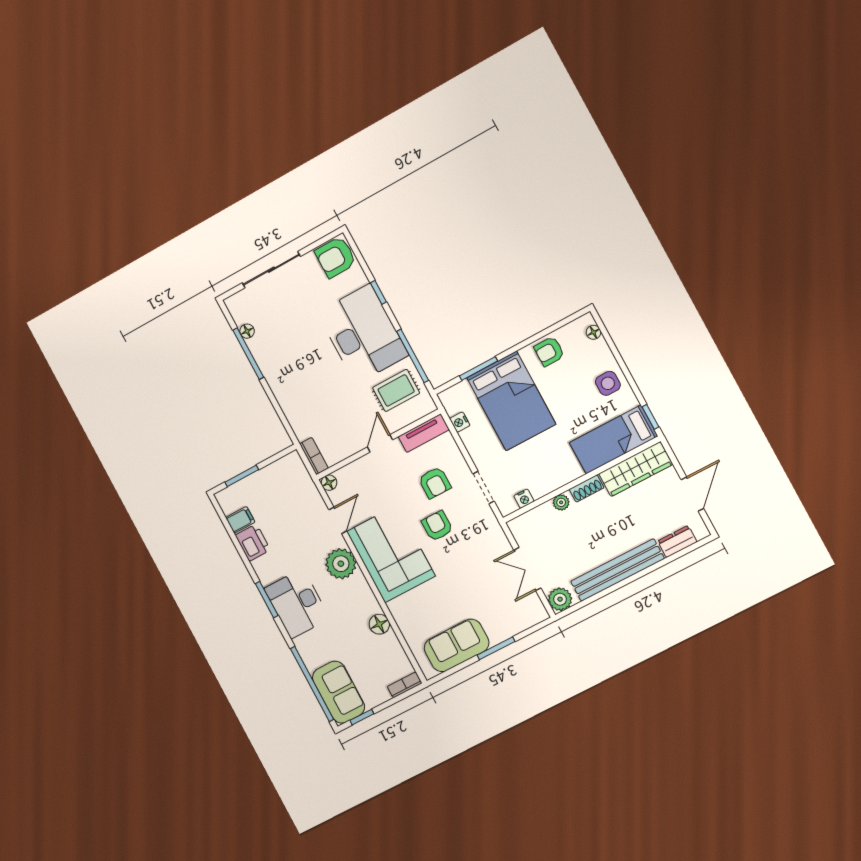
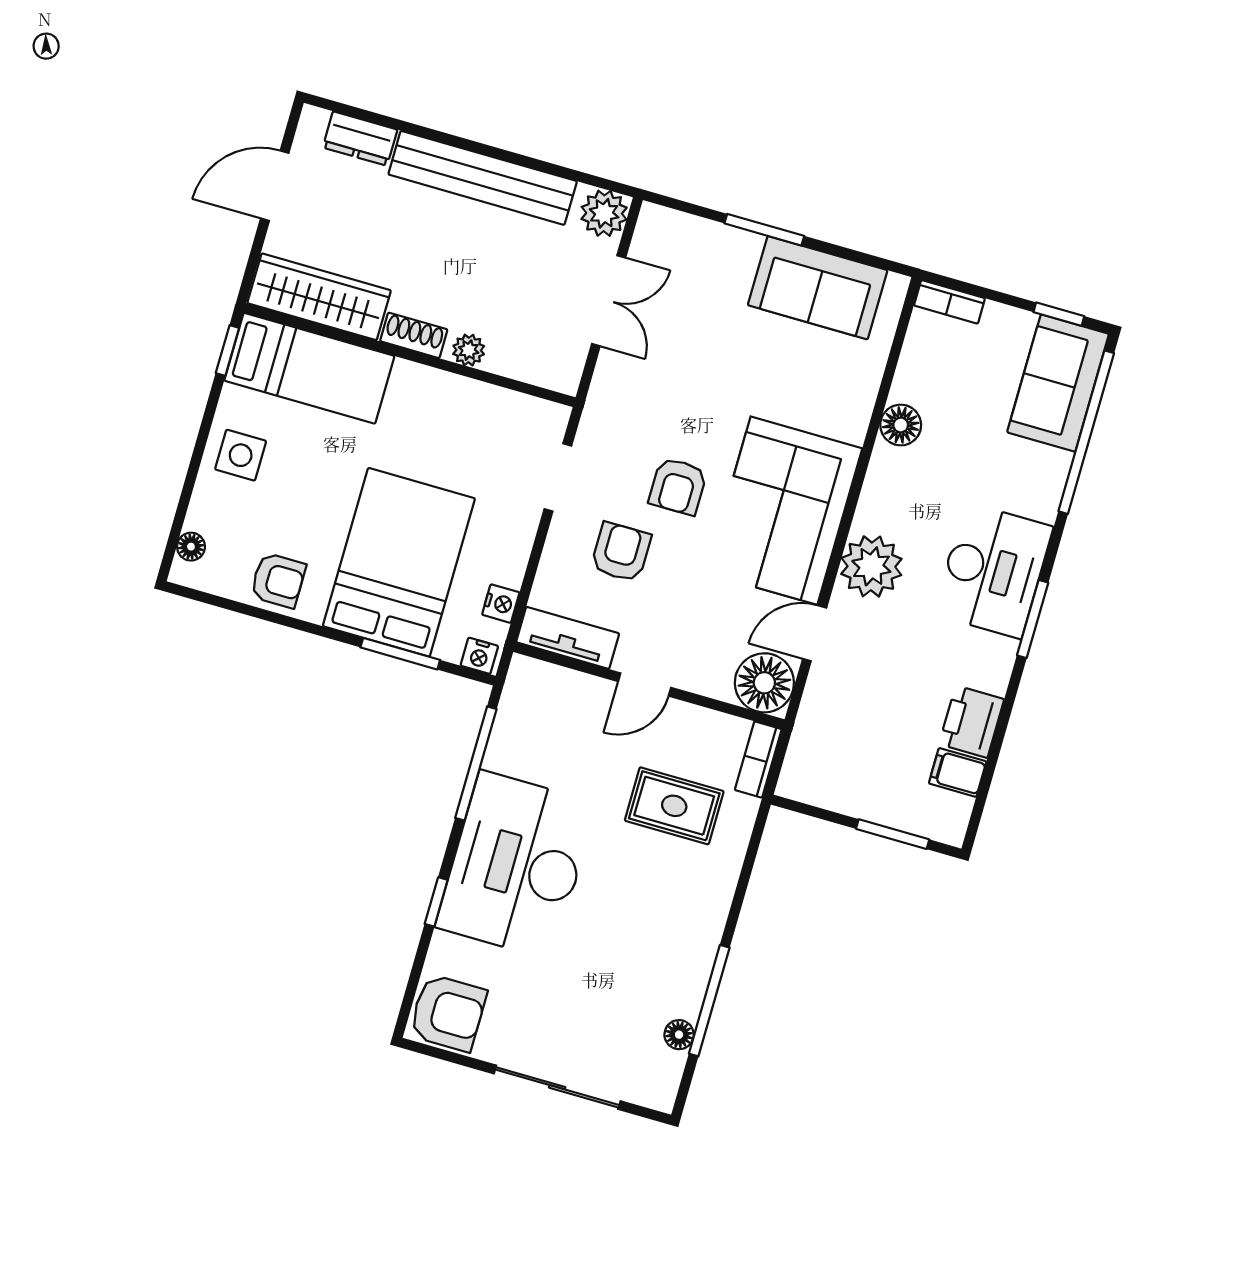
rug: (396, 390) -> (674, 806), moved
floor lamp: (329, 483) -> (764, 683), width x1.89, depth x1.89
nightstand: (524, 499) -> (479, 656), moved, turned 180

